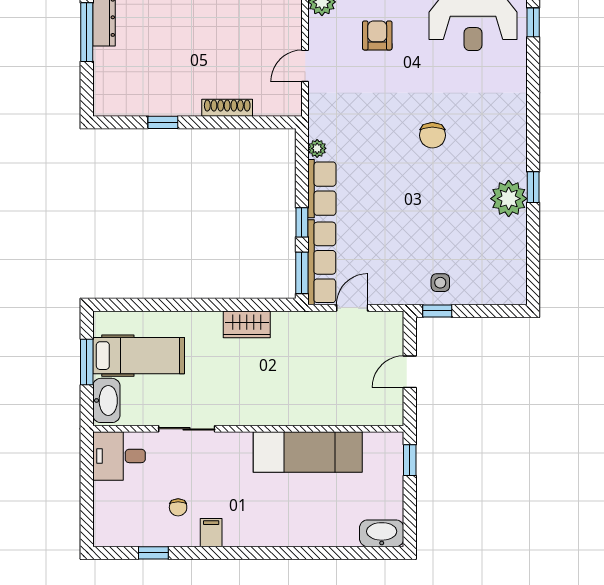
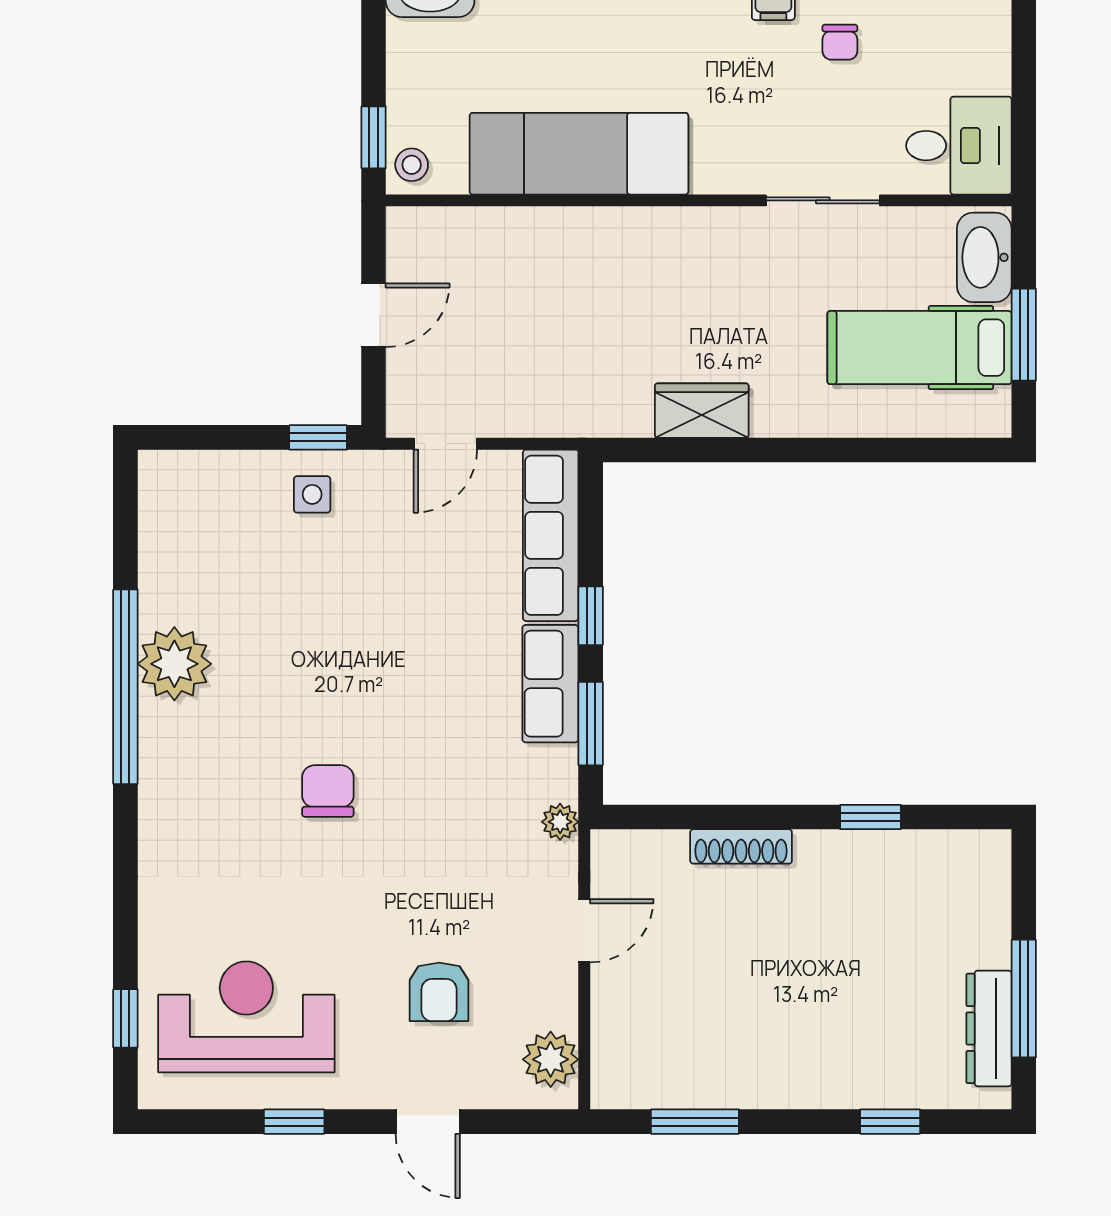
plant: (317, 148) -> (560, 822), moved
window: (533, 187) -> (125, 687), width x3.17
window: (302, 273) -> (591, 724), moved
door: (352, 308) -> (445, 444), moved
stool: (391, 446) -> (412, 165), added
chair: (178, 507) -> (840, 42), turned 180

